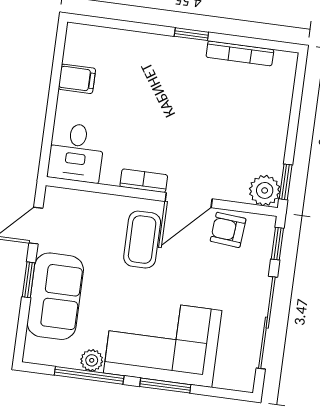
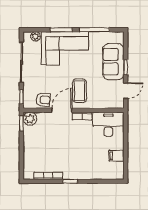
desk: (76, 153) -> (108, 124), width x1.37
plant: (92, 360) -> (36, 36), moved

